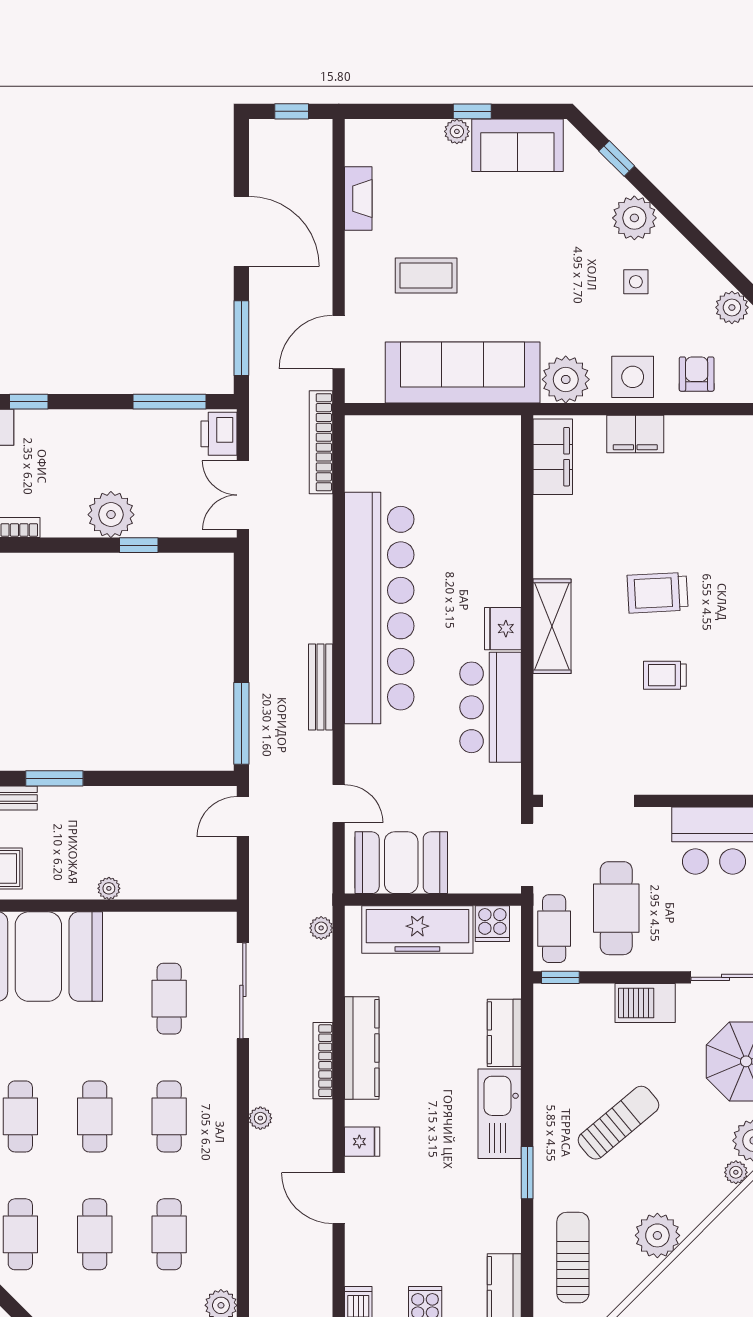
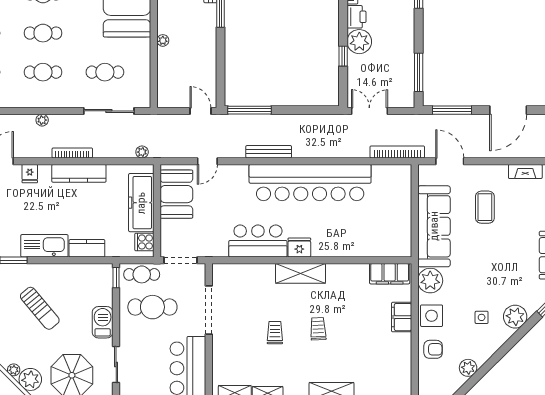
printer: (219, 434) -> (356, 17), moved, turned 90
trolley: (658, 593) -> (318, 329), width x0.73, depth x0.72
doorway: (589, 801) -> (209, 310), moved

